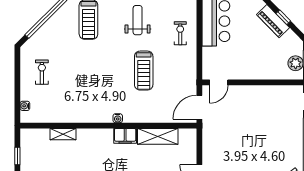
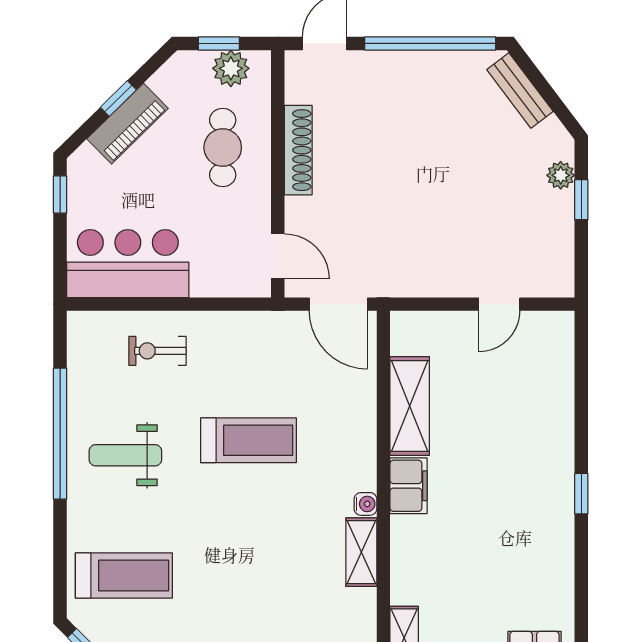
cafe table: (263, 60) -> (223, 147), added
shoe rack: (262, 91) -> (298, 150), added
shelving: (98, 117) -> (361, 552), added

